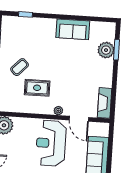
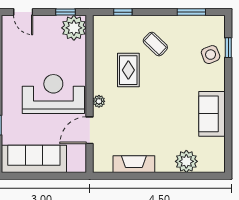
side table: (30, 28) -> (211, 55), added
window: (116, 50) -> (188, 176), removed
fireplace: (105, 103) -> (134, 164), moved

